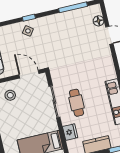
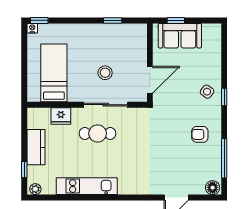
floor lamp: (99, 21) -> (213, 188), moved
armchair: (60, 29) -> (200, 134), added
stool: (10, 95) -> (105, 73), moved

